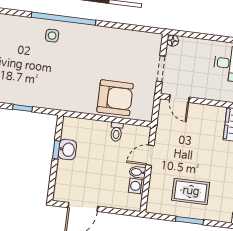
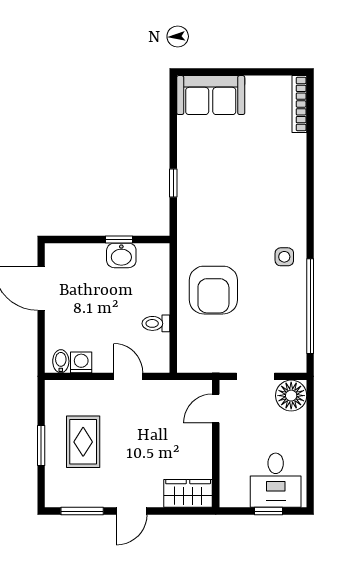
window: (63, 19) -> (310, 306), moved
side table: (52, 36) -> (284, 257), moved
floor lamp: (173, 41) -> (291, 396), width x1.89, depth x1.89
armchair: (115, 98) -> (213, 290), moved
bidet: (137, 172) -> (61, 361), moved

